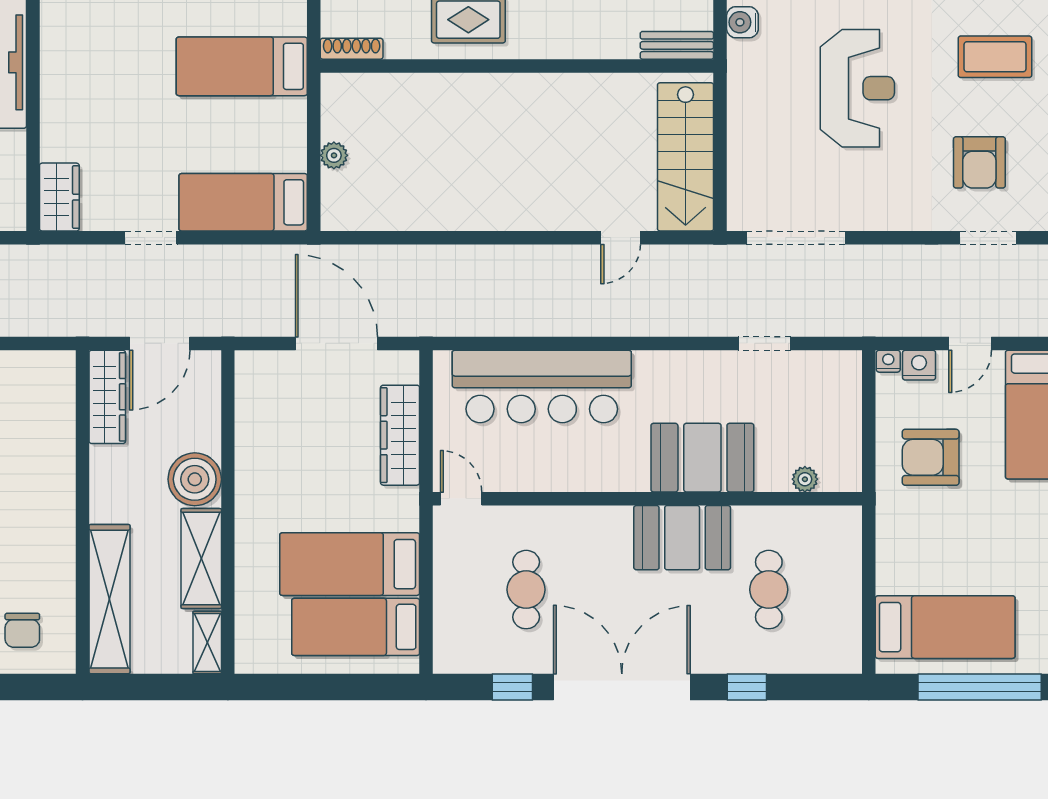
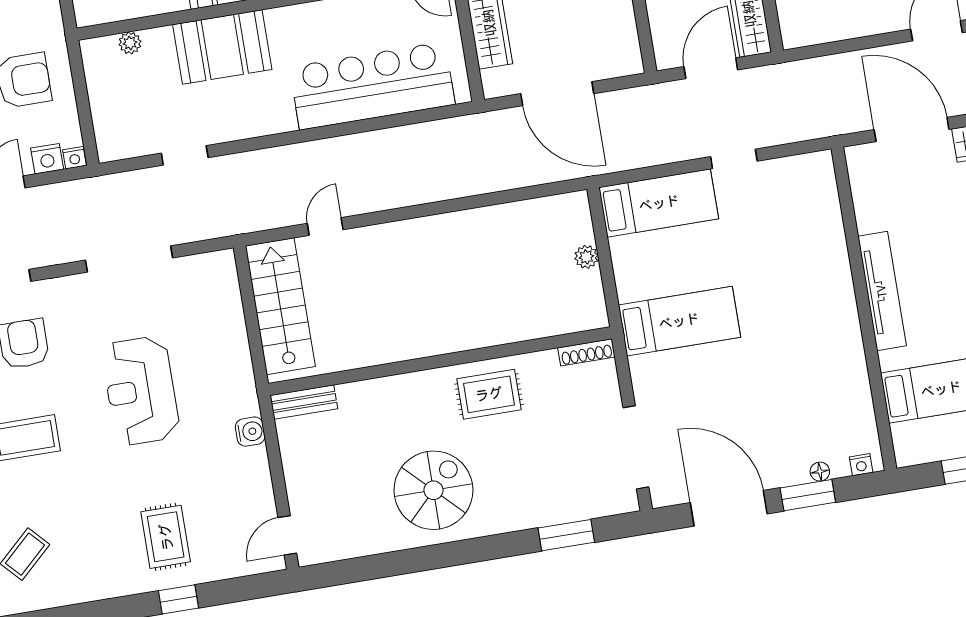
wardrobe: (59, 197) -> (819, 181), removed
doorway: (796, 238) -> (129, 259), moved

